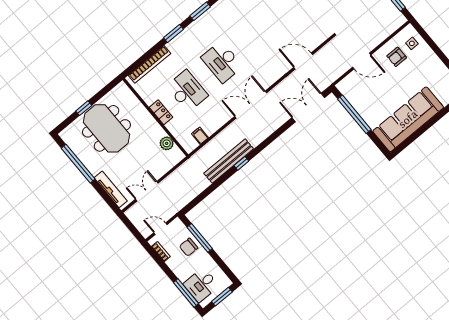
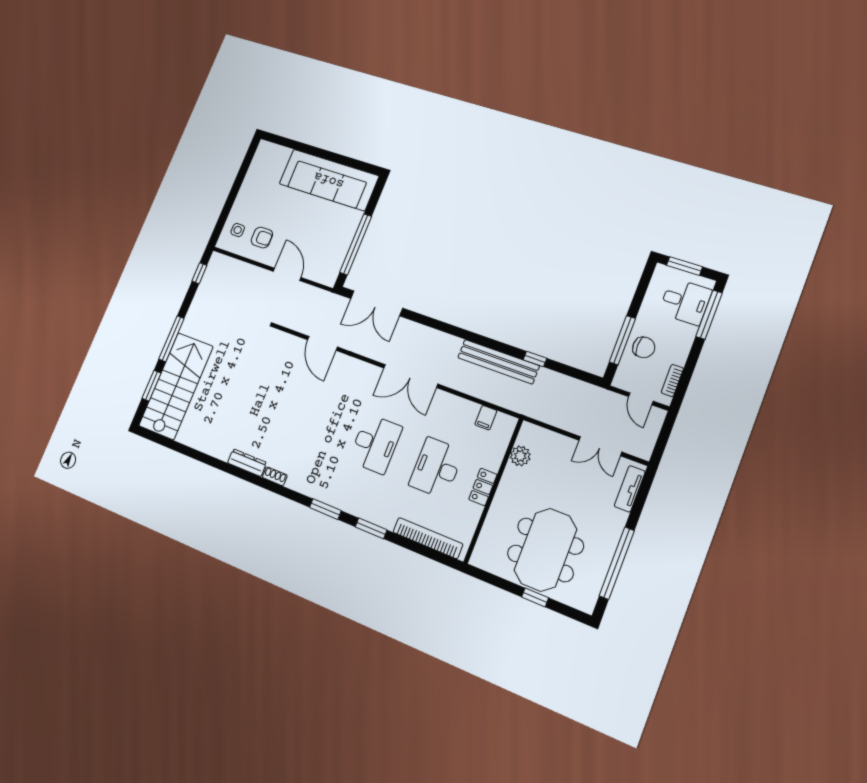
window: (241, 163) -> (535, 359), moved
tv unit: (111, 189) -> (630, 489), width x0.71

